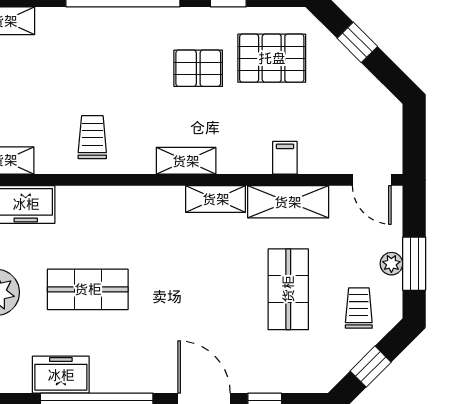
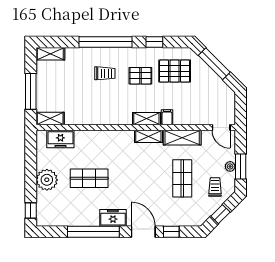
window: (357, 42) -> (214, 64), width x2.17
trolley: (92, 137) -> (105, 73), moved, turned 90
filing cabinet: (285, 158) -> (167, 117), moved
shelving: (186, 161) -> (146, 119), moved
freezer: (61, 375) -> (113, 218), moved

